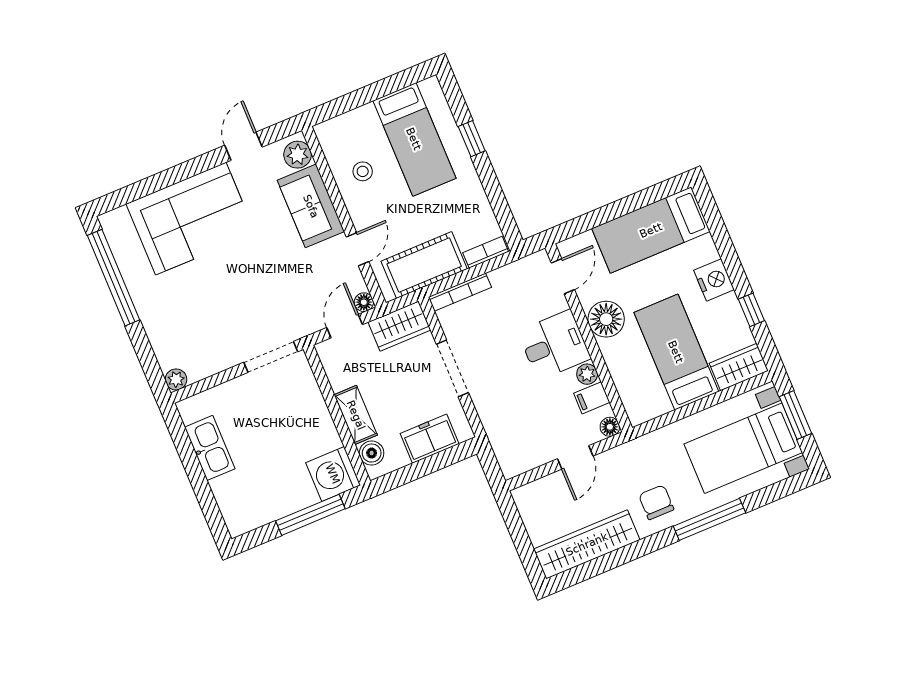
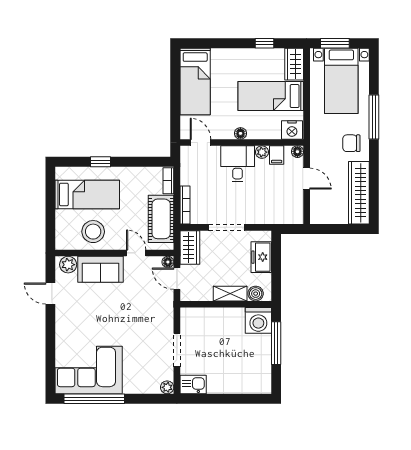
stool: (363, 171) -> (93, 232), width x1.89, depth x1.89
corner sofa: (191, 219) -> (89, 370), moved, turned -90
nightstand: (714, 280) -> (292, 130), moved, turned 180
floor lamp: (606, 319) -> (240, 133), width x0.53, depth x0.53
doorway: (271, 357) -> (177, 350), moved
kitchen sink: (210, 448) -> (193, 384), moved, width x0.73

